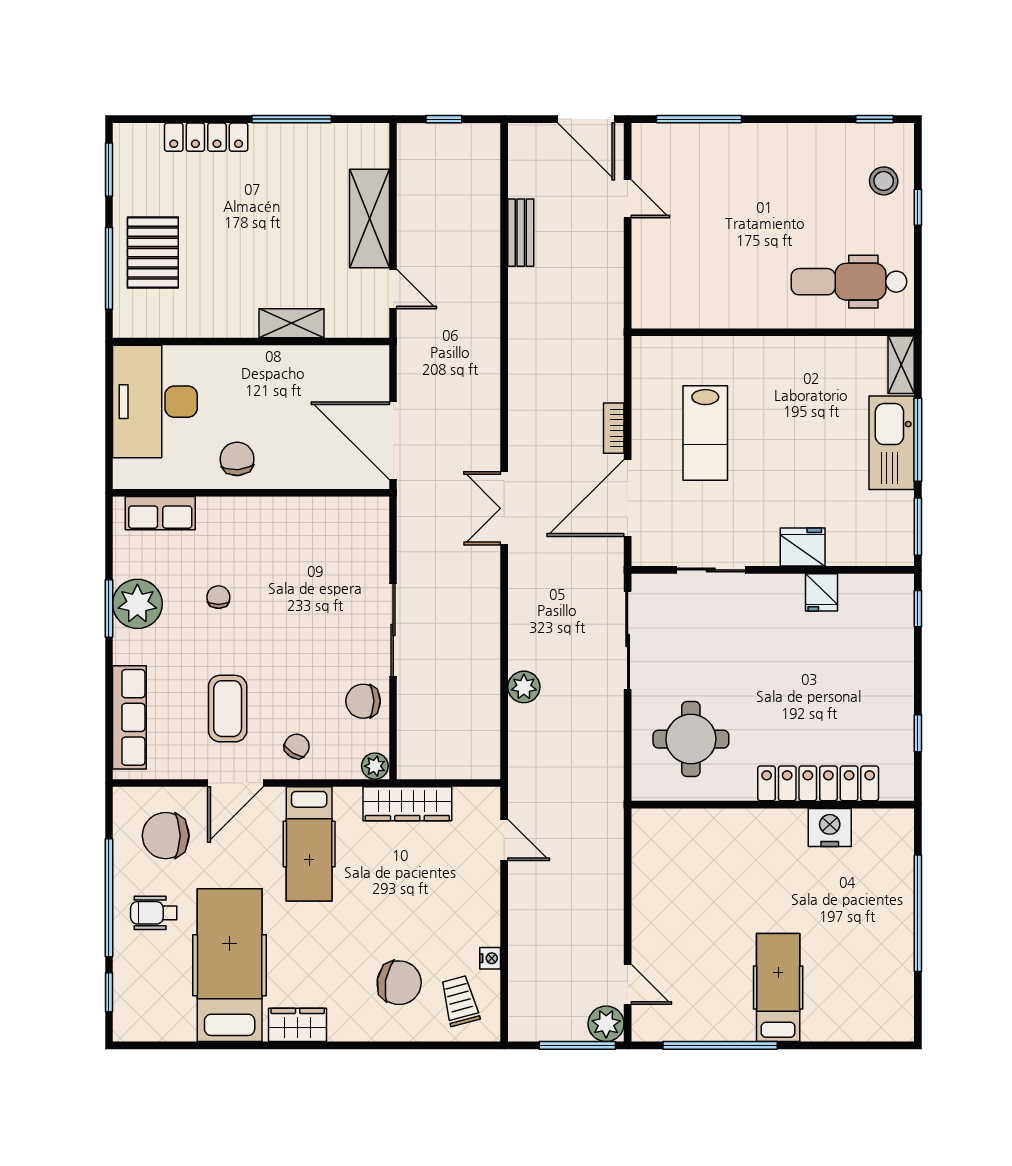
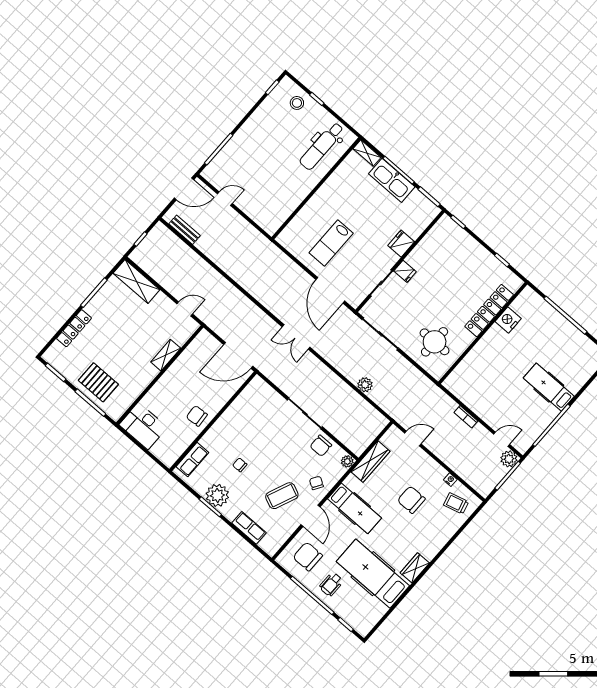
shelving: (370, 219) -> (136, 281), moved
bench: (521, 233) -> (184, 230), moved
desk: (155, 402) -> (143, 426), width x0.73, depth x0.77
bookcase: (614, 428) -> (466, 417), moved
lab bench: (705, 433) -> (331, 243), turned 90
fridge: (821, 592) -> (405, 271), moved
coffee table: (228, 709) -> (282, 496), turned -67
row of seats: (129, 717) -> (249, 528), width x0.68
chair: (166, 836) -> (308, 556), turned 90
chair: (399, 983) -> (411, 500), moved, turned -100

